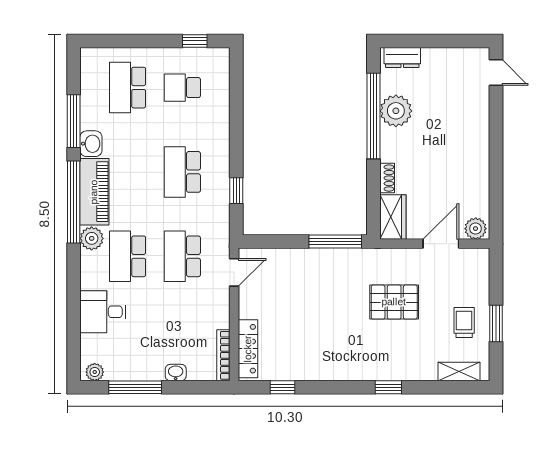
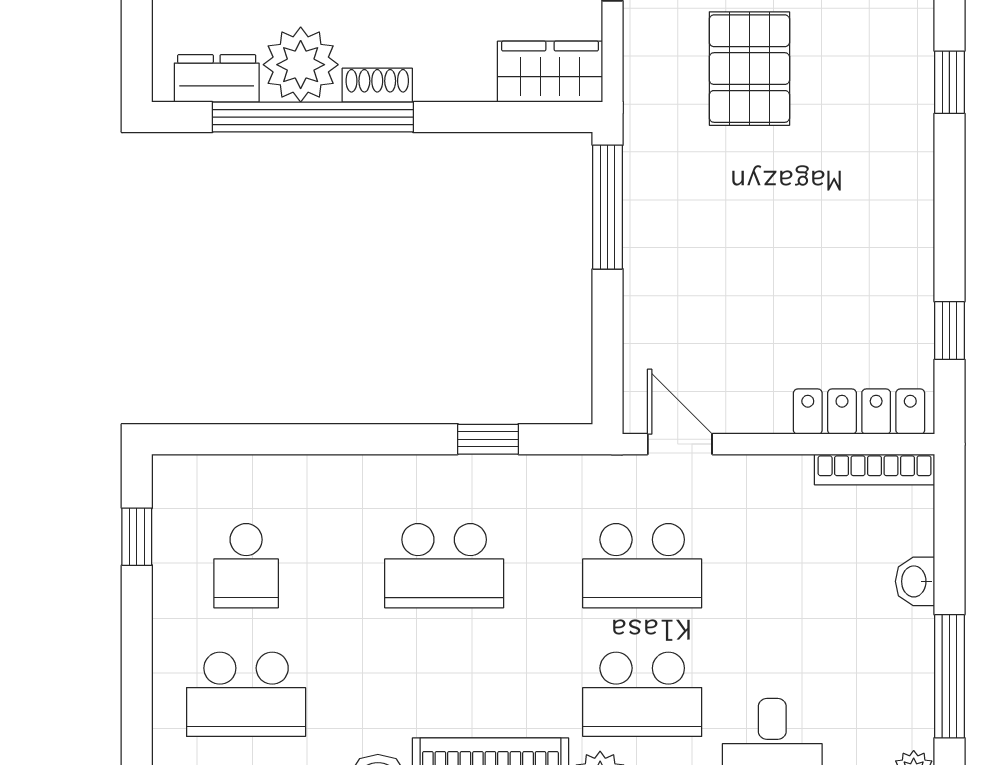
dresser: (402, 57) -> (217, 78), moved, turned -90
shoe rack: (387, 178) -> (377, 85), moved

